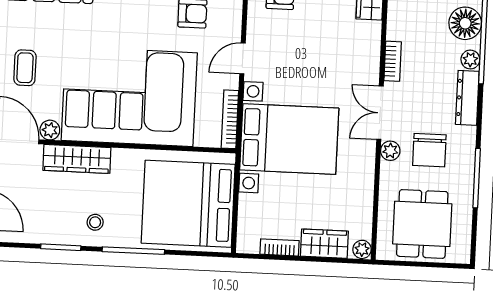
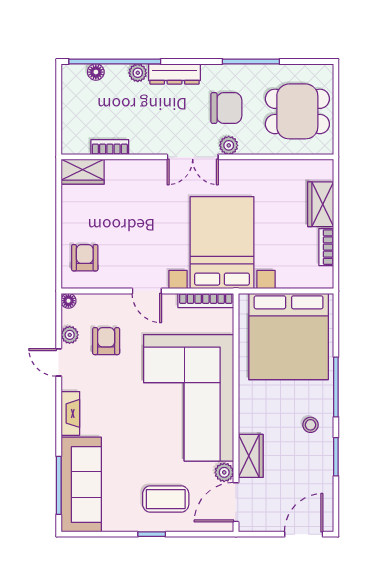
floor lamp: (465, 23) -> (96, 72), width x0.53, depth x0.53
bookcase: (393, 61) -> (110, 147), moved
coffee table: (25, 68) -> (166, 499), width x1.36, depth x1.30
wardrobe: (77, 159) -> (251, 456), width x0.67
plant: (362, 249) -> (324, 168), removed

